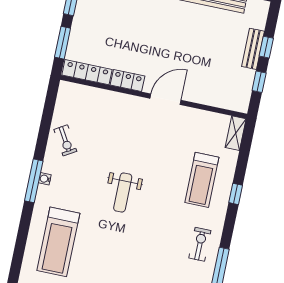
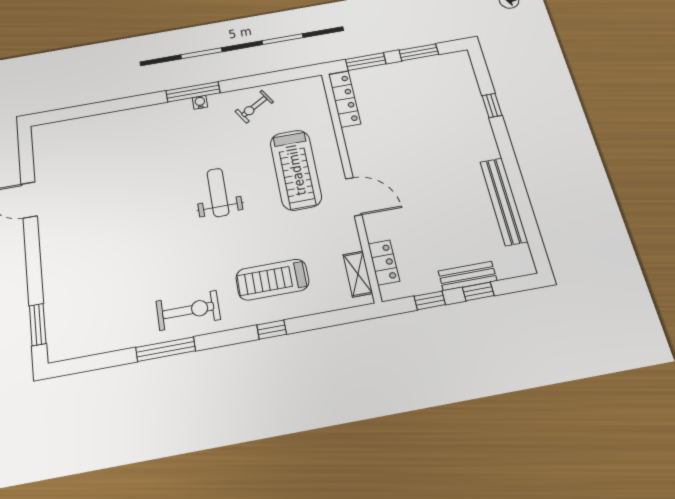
locker: (128, 80) -> (384, 262), moved
shelving: (236, 133) -> (358, 274), moved, turned 90
weight bench: (123, 193) -> (218, 192), turned 90
treadmill: (58, 242) -> (296, 170), moved, turned -90
exercise bike: (200, 244) -> (188, 310), width x1.38, depth x1.39

